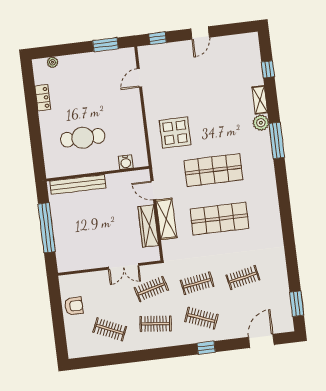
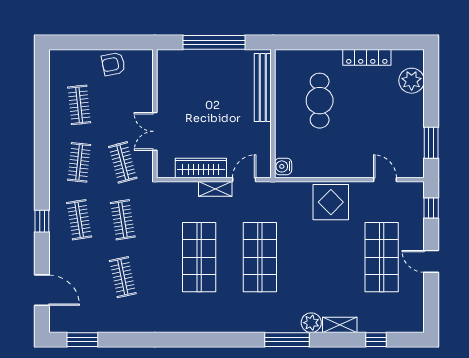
plant: (53, 62) -> (412, 81), width x1.87, depth x1.87
shop shelf: (202, 73) -> (382, 257), added
locker: (43, 98) -> (367, 57), width x1.53
display table: (175, 133) -> (331, 202), moved
water cooler: (126, 162) -> (283, 166), moved
shelving: (166, 219) -> (215, 189), width x0.67, depth x0.75
armchair: (74, 306) -> (113, 64), turned 79
clothes rail: (201, 318) -> (79, 220), turned -30
clothes rail: (110, 329) -> (79, 105), turned -30

